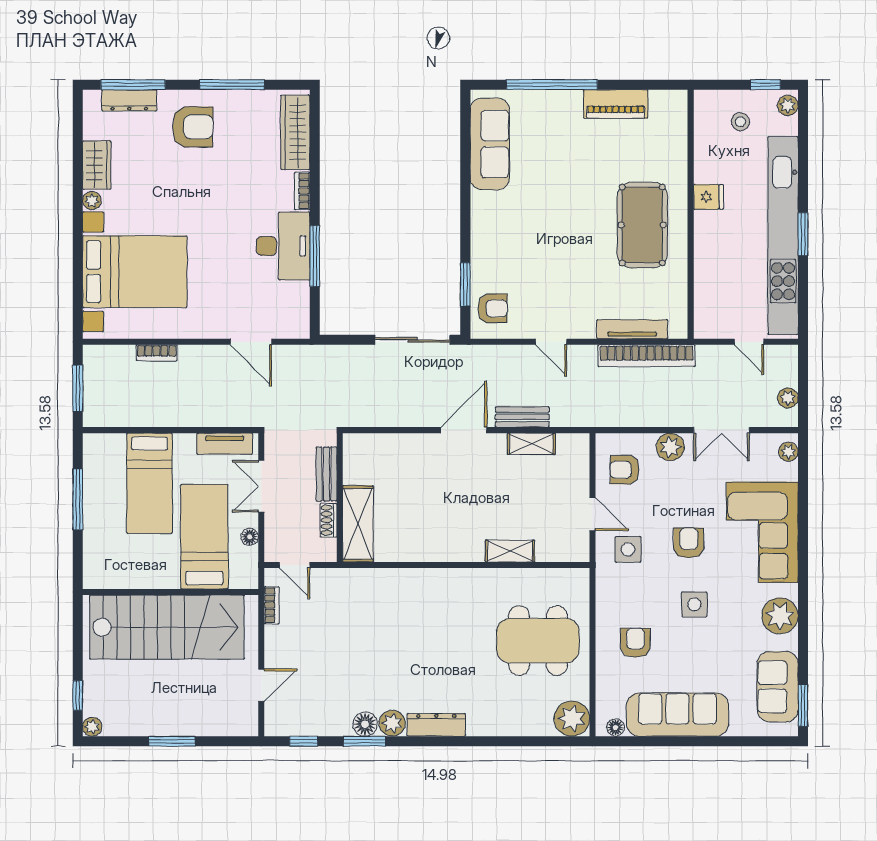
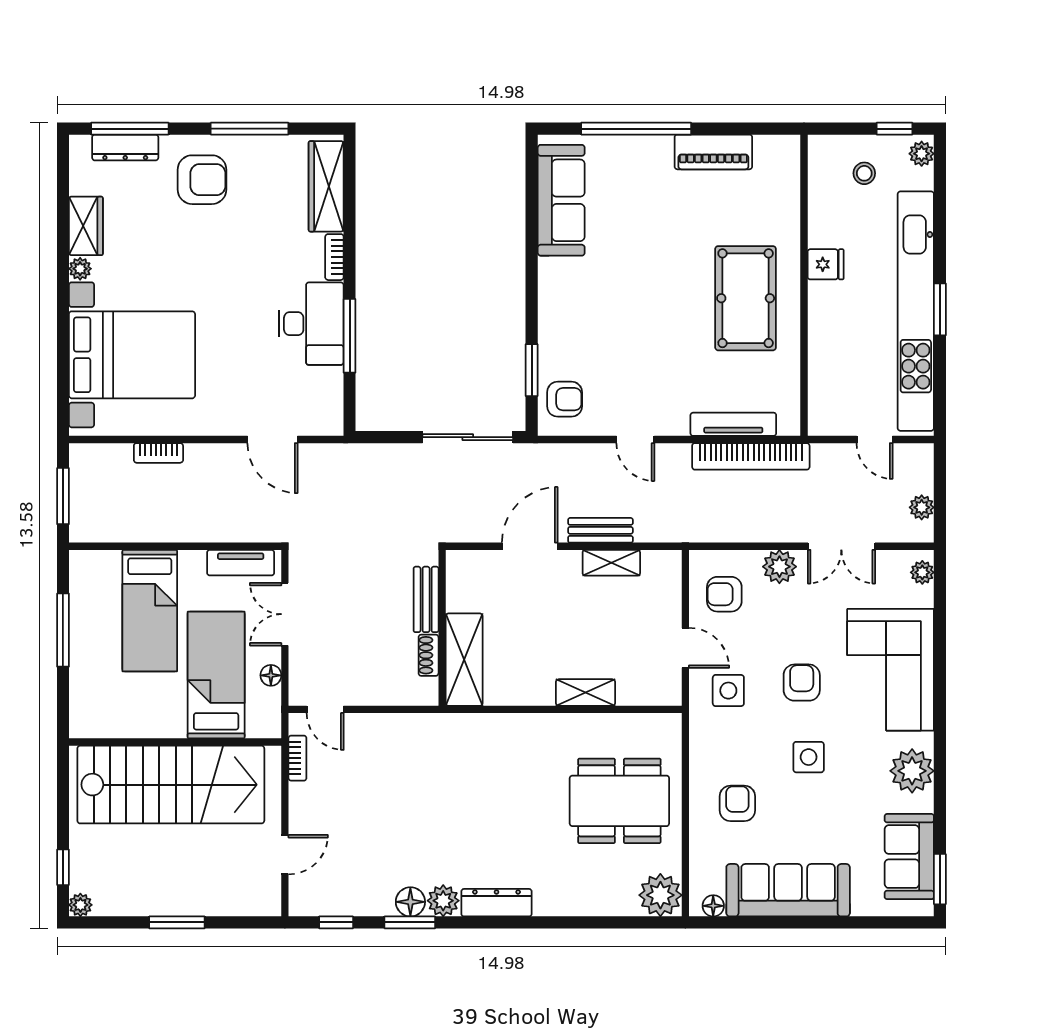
bench: (326, 474) -> (426, 599), moved
wall: (340, 498) -> (442, 628), moved
shoe rack: (329, 520) -> (429, 655), moved
shelving: (358, 524) -> (464, 660), moved

